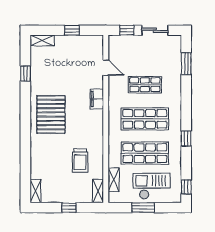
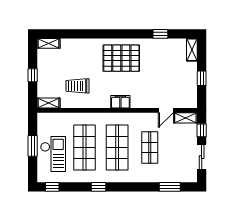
filing cabinet: (97, 99) -> (120, 102), moved
shelving: (114, 180) -> (185, 118), moved

